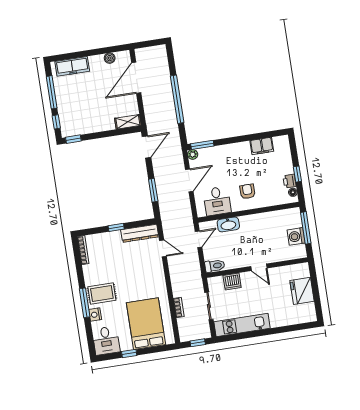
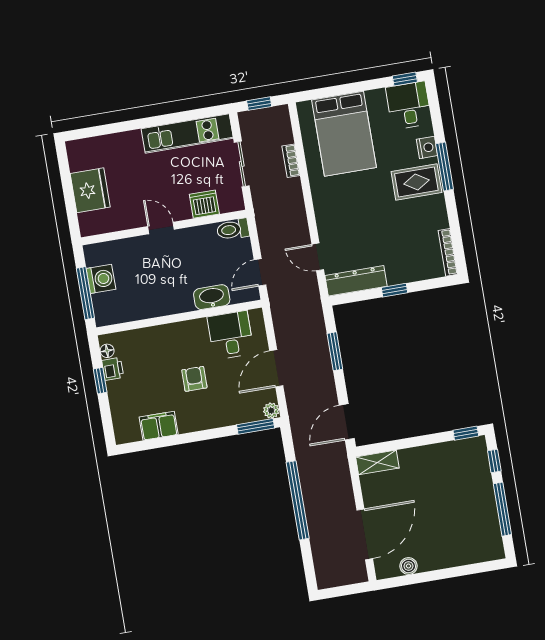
freezer: (72, 66) -> (469, 552), removed
armchair: (247, 191) -> (194, 379), moved, turned 180
window: (129, 353) -> (405, 79), moved

